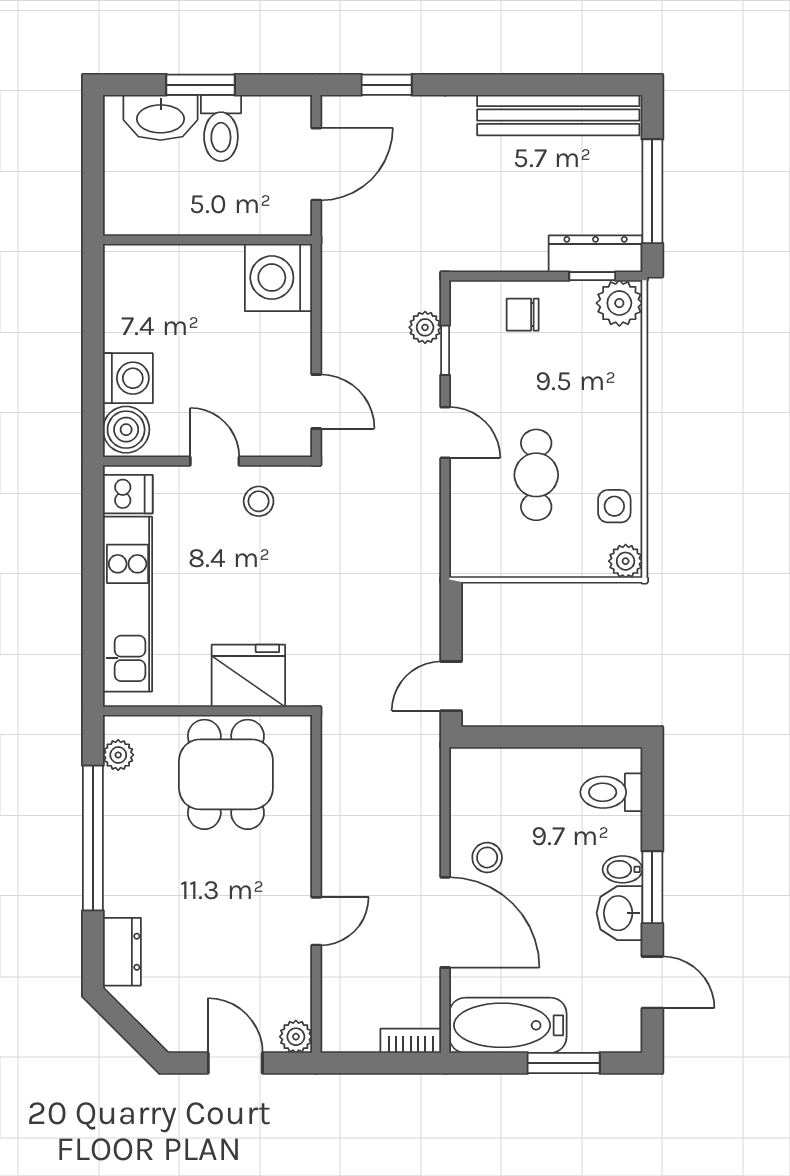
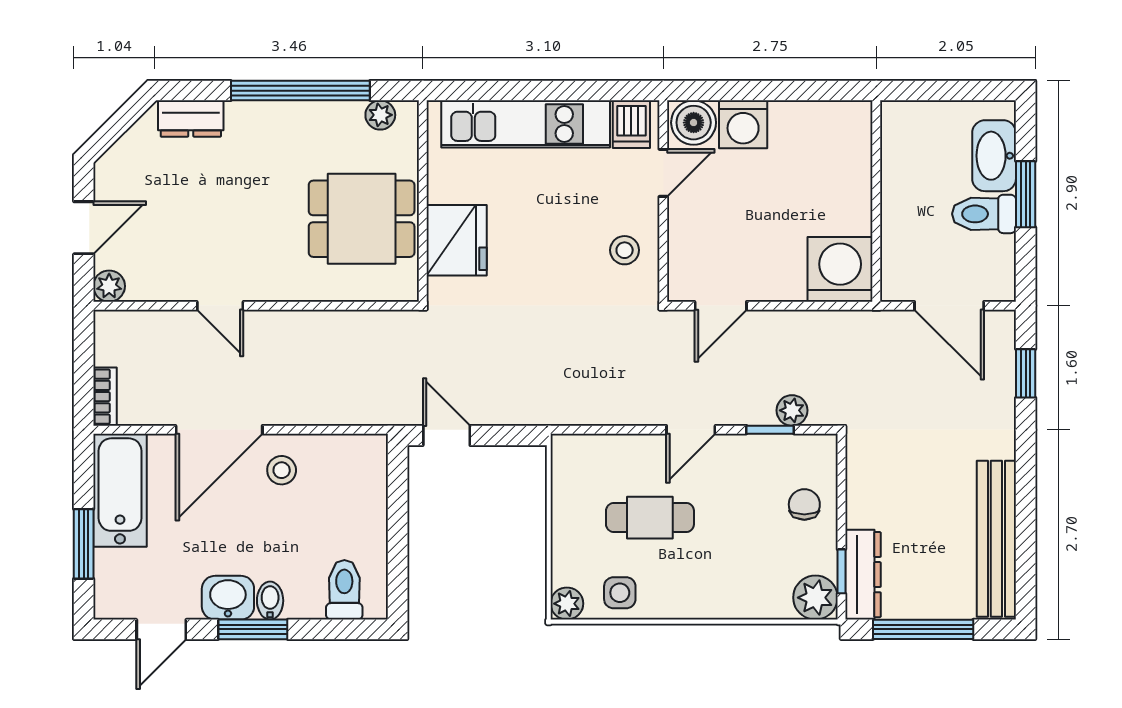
door: (215, 461) -> (663, 173), moved

